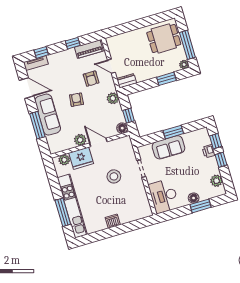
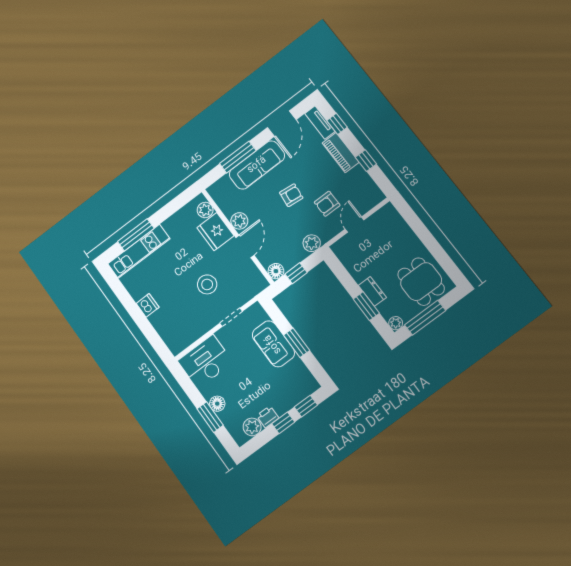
piano: (89, 49) -> (341, 153), moved
dresser: (127, 81) -> (372, 291), moved
printer: (209, 151) -> (268, 417), moved
kitchen unit: (72, 206) -> (139, 251), width x0.73

